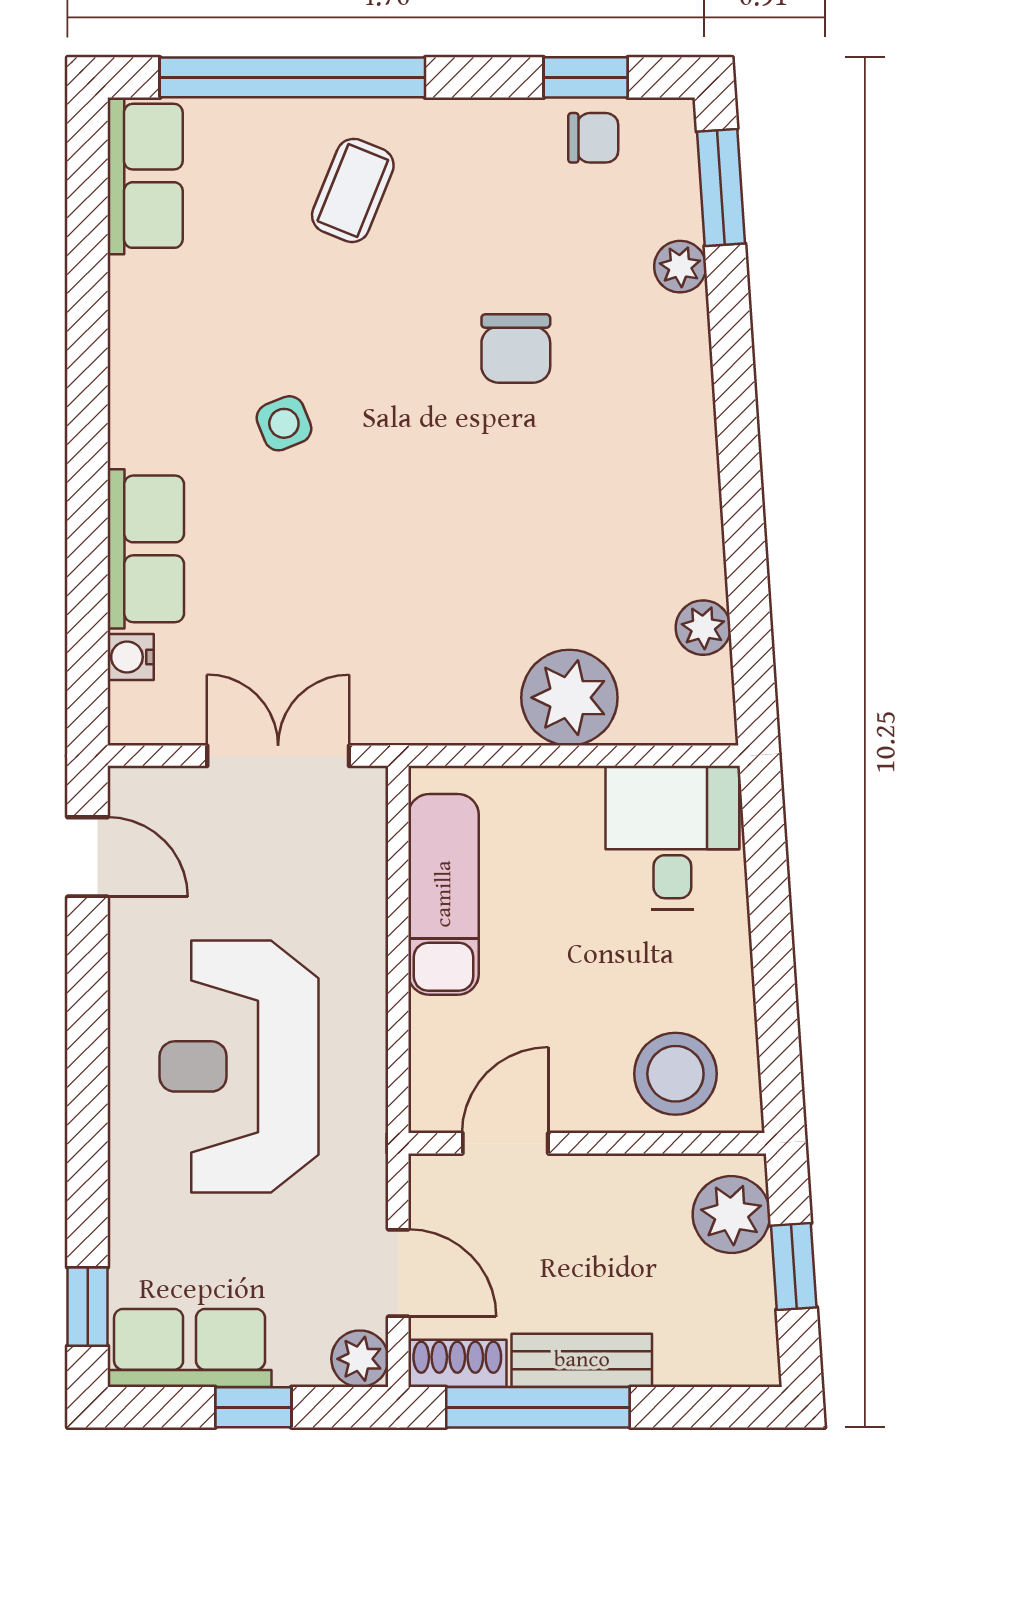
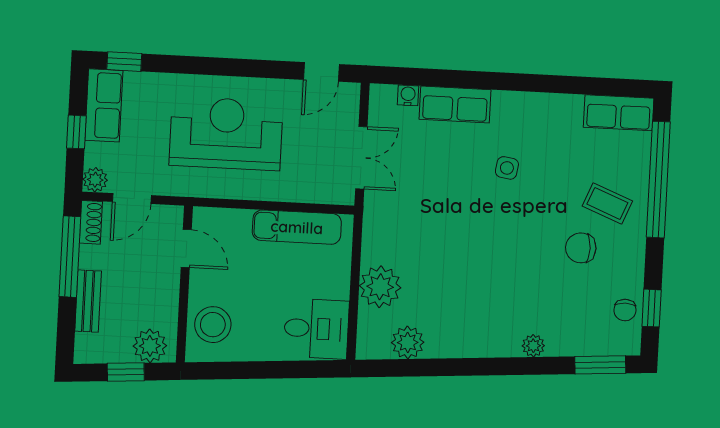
plant: (680, 267) -> (533, 346), moved
chair: (516, 348) -> (581, 248), moved
side table: (284, 423) -> (507, 168), turned 31
plant: (703, 628) -> (408, 342), width x1.38, depth x1.38
bench: (582, 1360) -> (88, 301), moved

